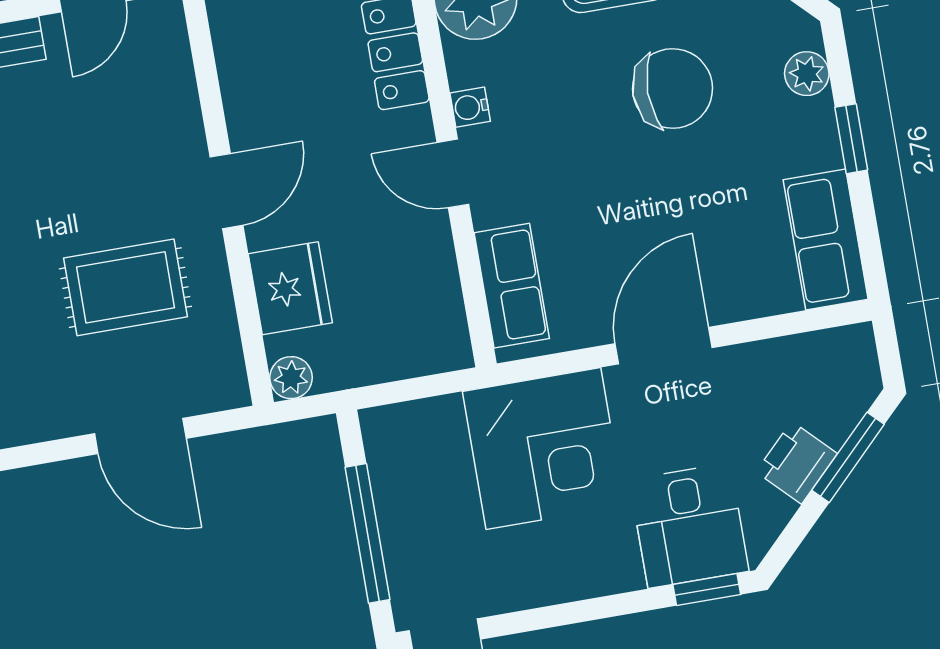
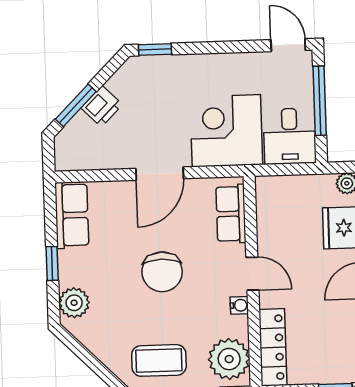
plant: (807, 74) -> (74, 303), width x1.38, depth x1.38
chair: (673, 89) -> (162, 272), moved, turned -90
desk: (689, 526) -> (290, 136), moved, turned 180

